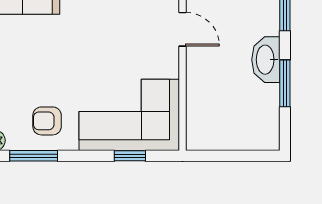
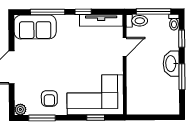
door: (182, 29) -> (125, 47), hinge flipped
armchair: (47, 121) -> (49, 98), turned -90

